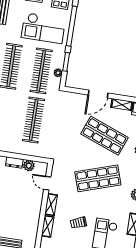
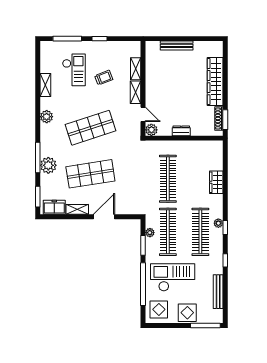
shop shelf: (105, 136) -> (90, 174), turned -30
plant: (29, 166) -> (151, 130), moved

